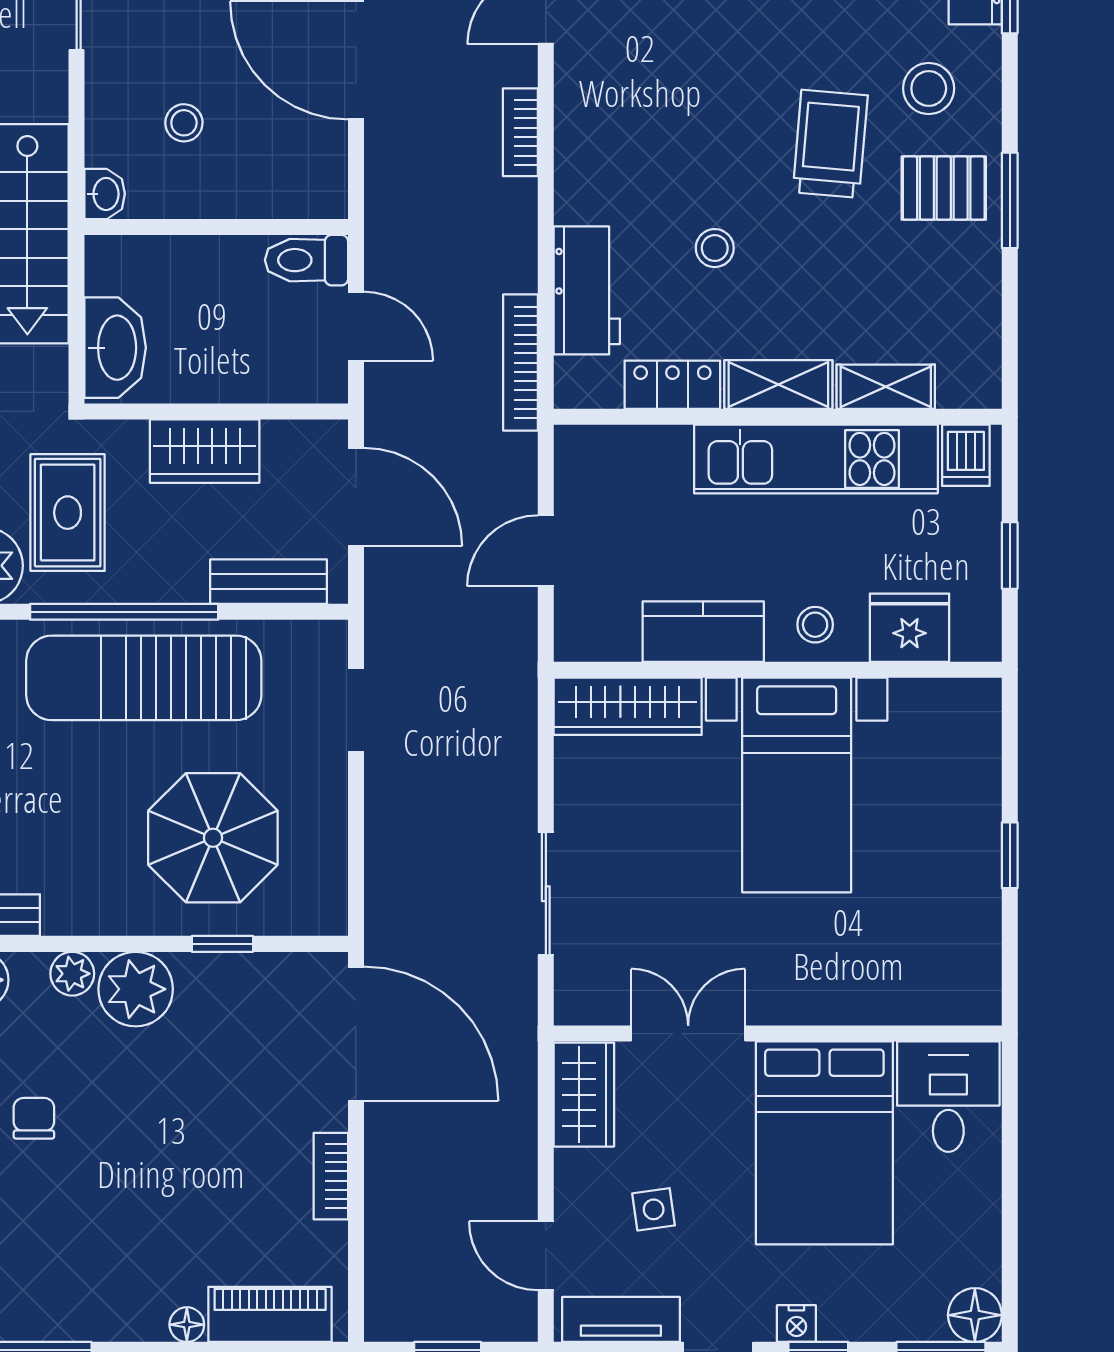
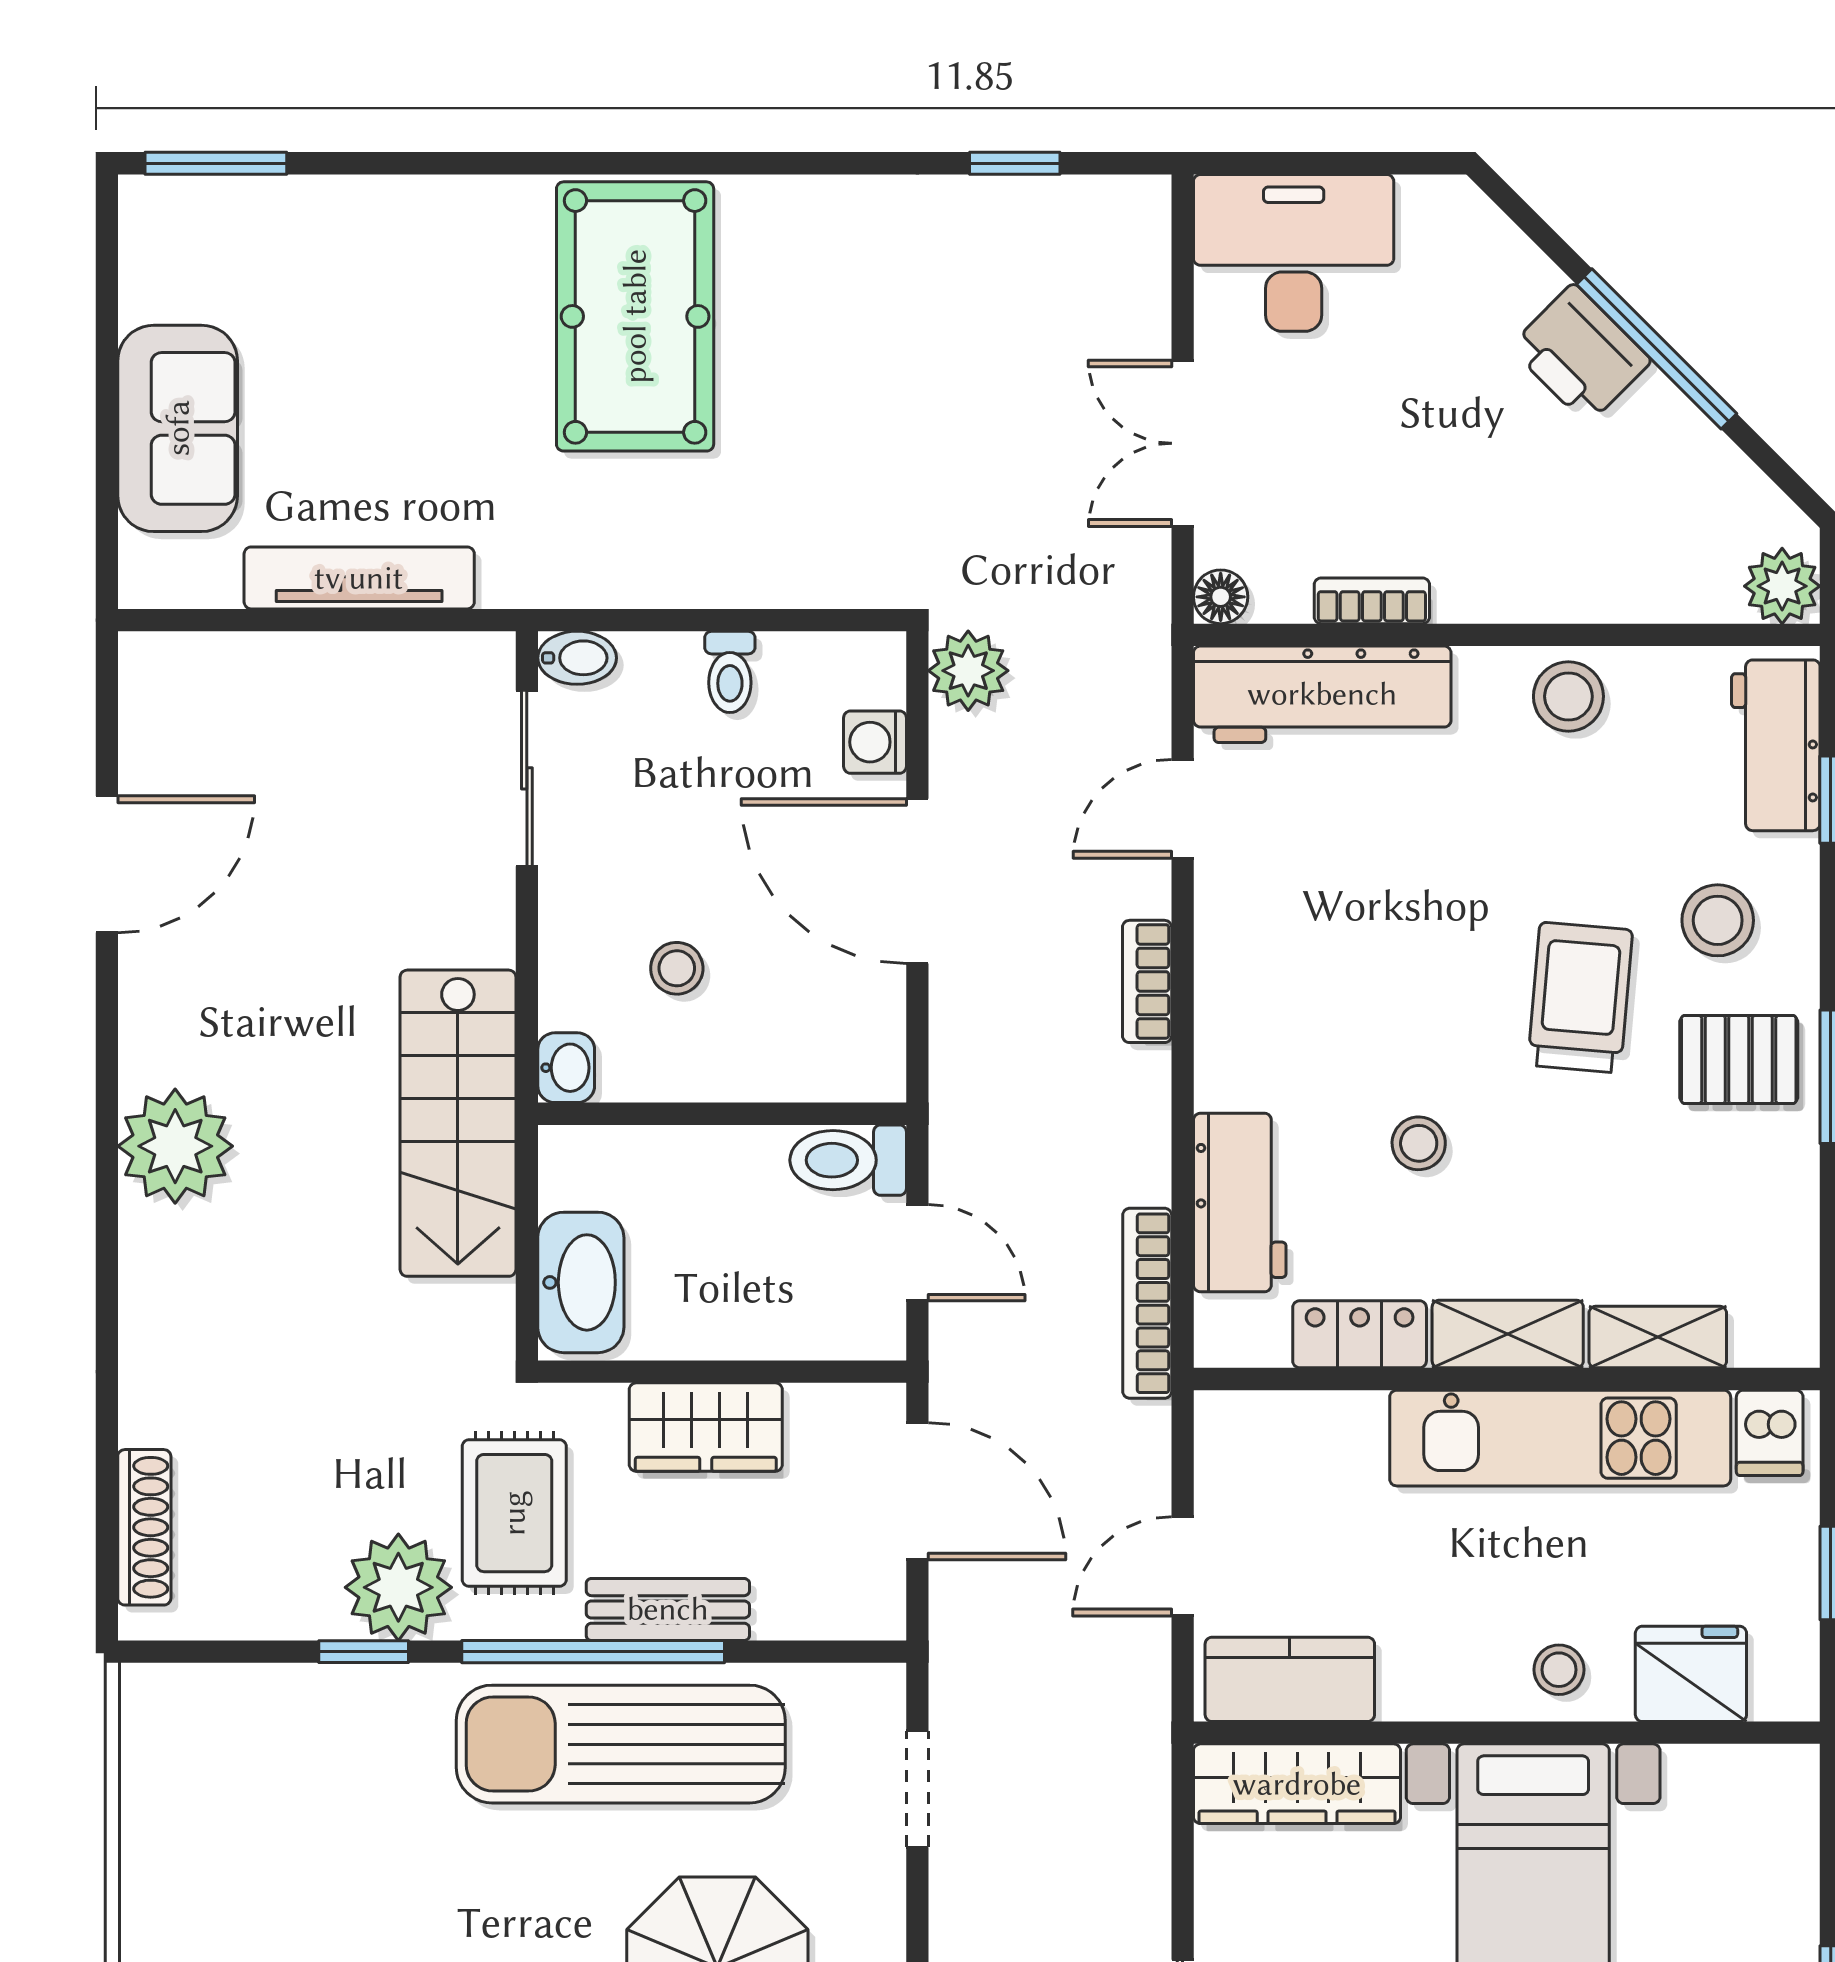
bench: (269, 582) -> (668, 1609), moved
kitchen counter: (703, 632) -> (1290, 1679), moved

